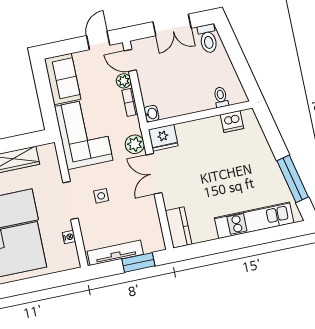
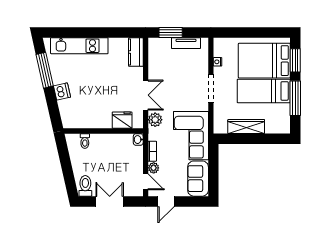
dishwasher: (232, 122) -> (62, 92), moved, turned 77
fridge: (163, 138) -> (122, 120), moved
side table: (101, 196) -> (188, 87), removed
tv unit: (115, 253) -> (186, 43), width x0.71

